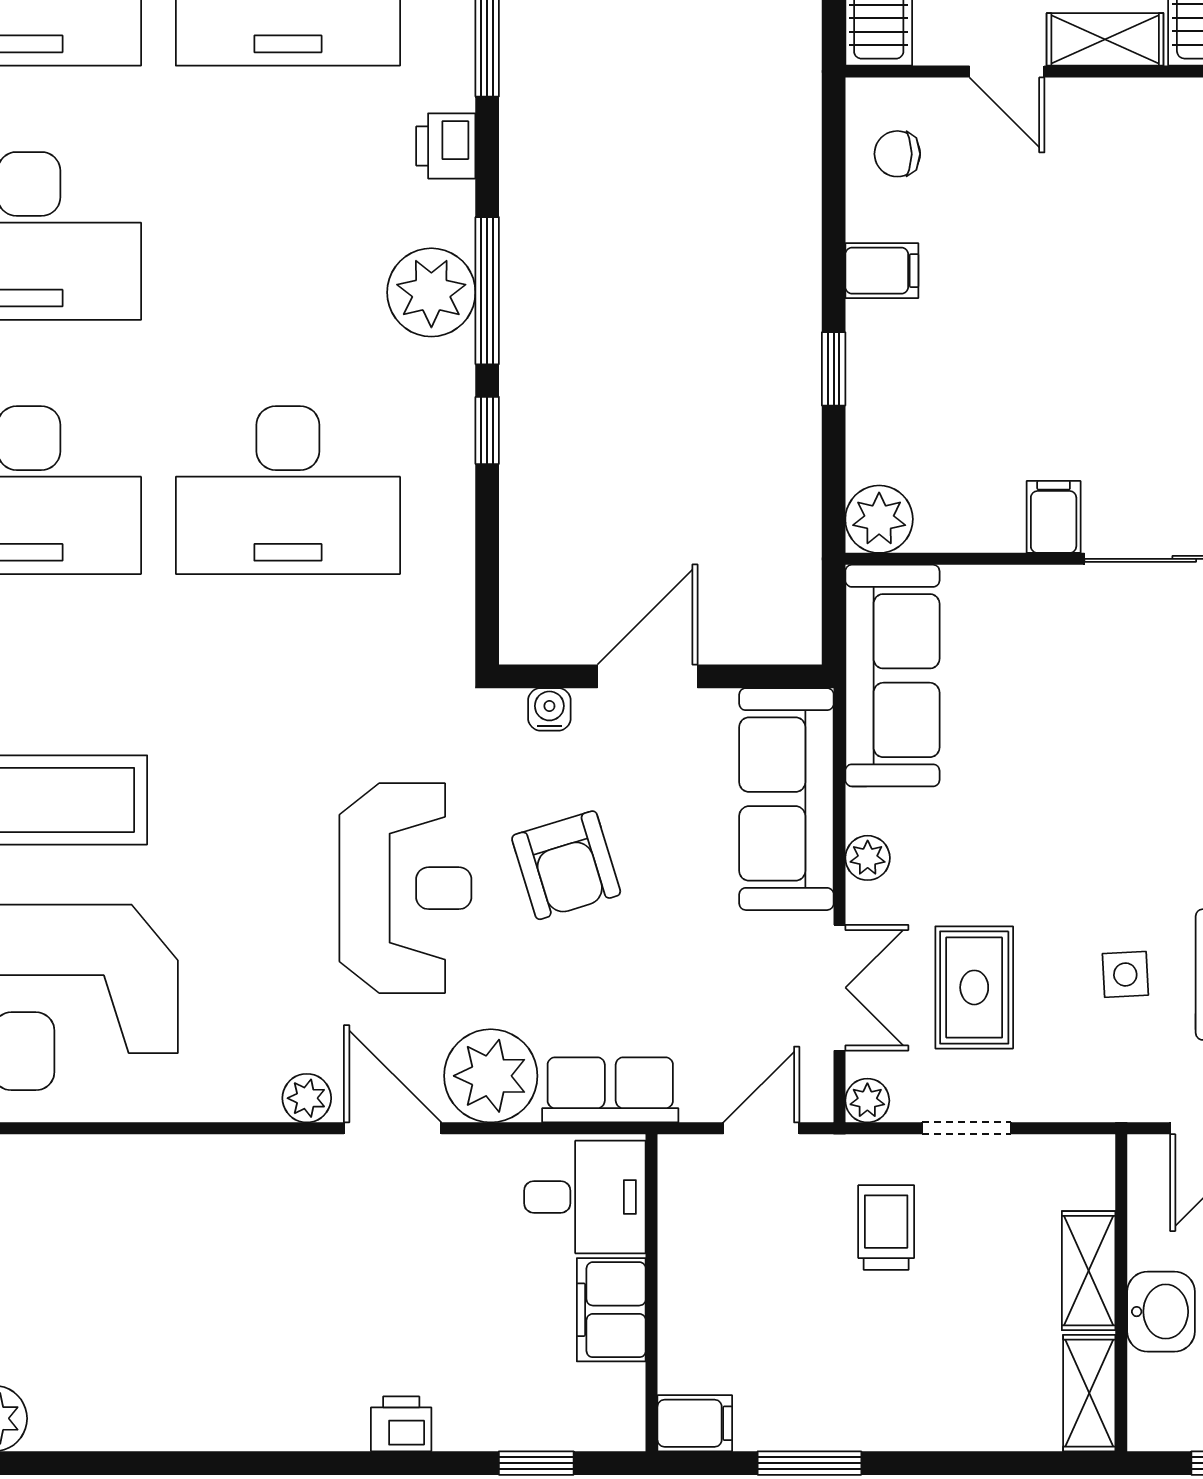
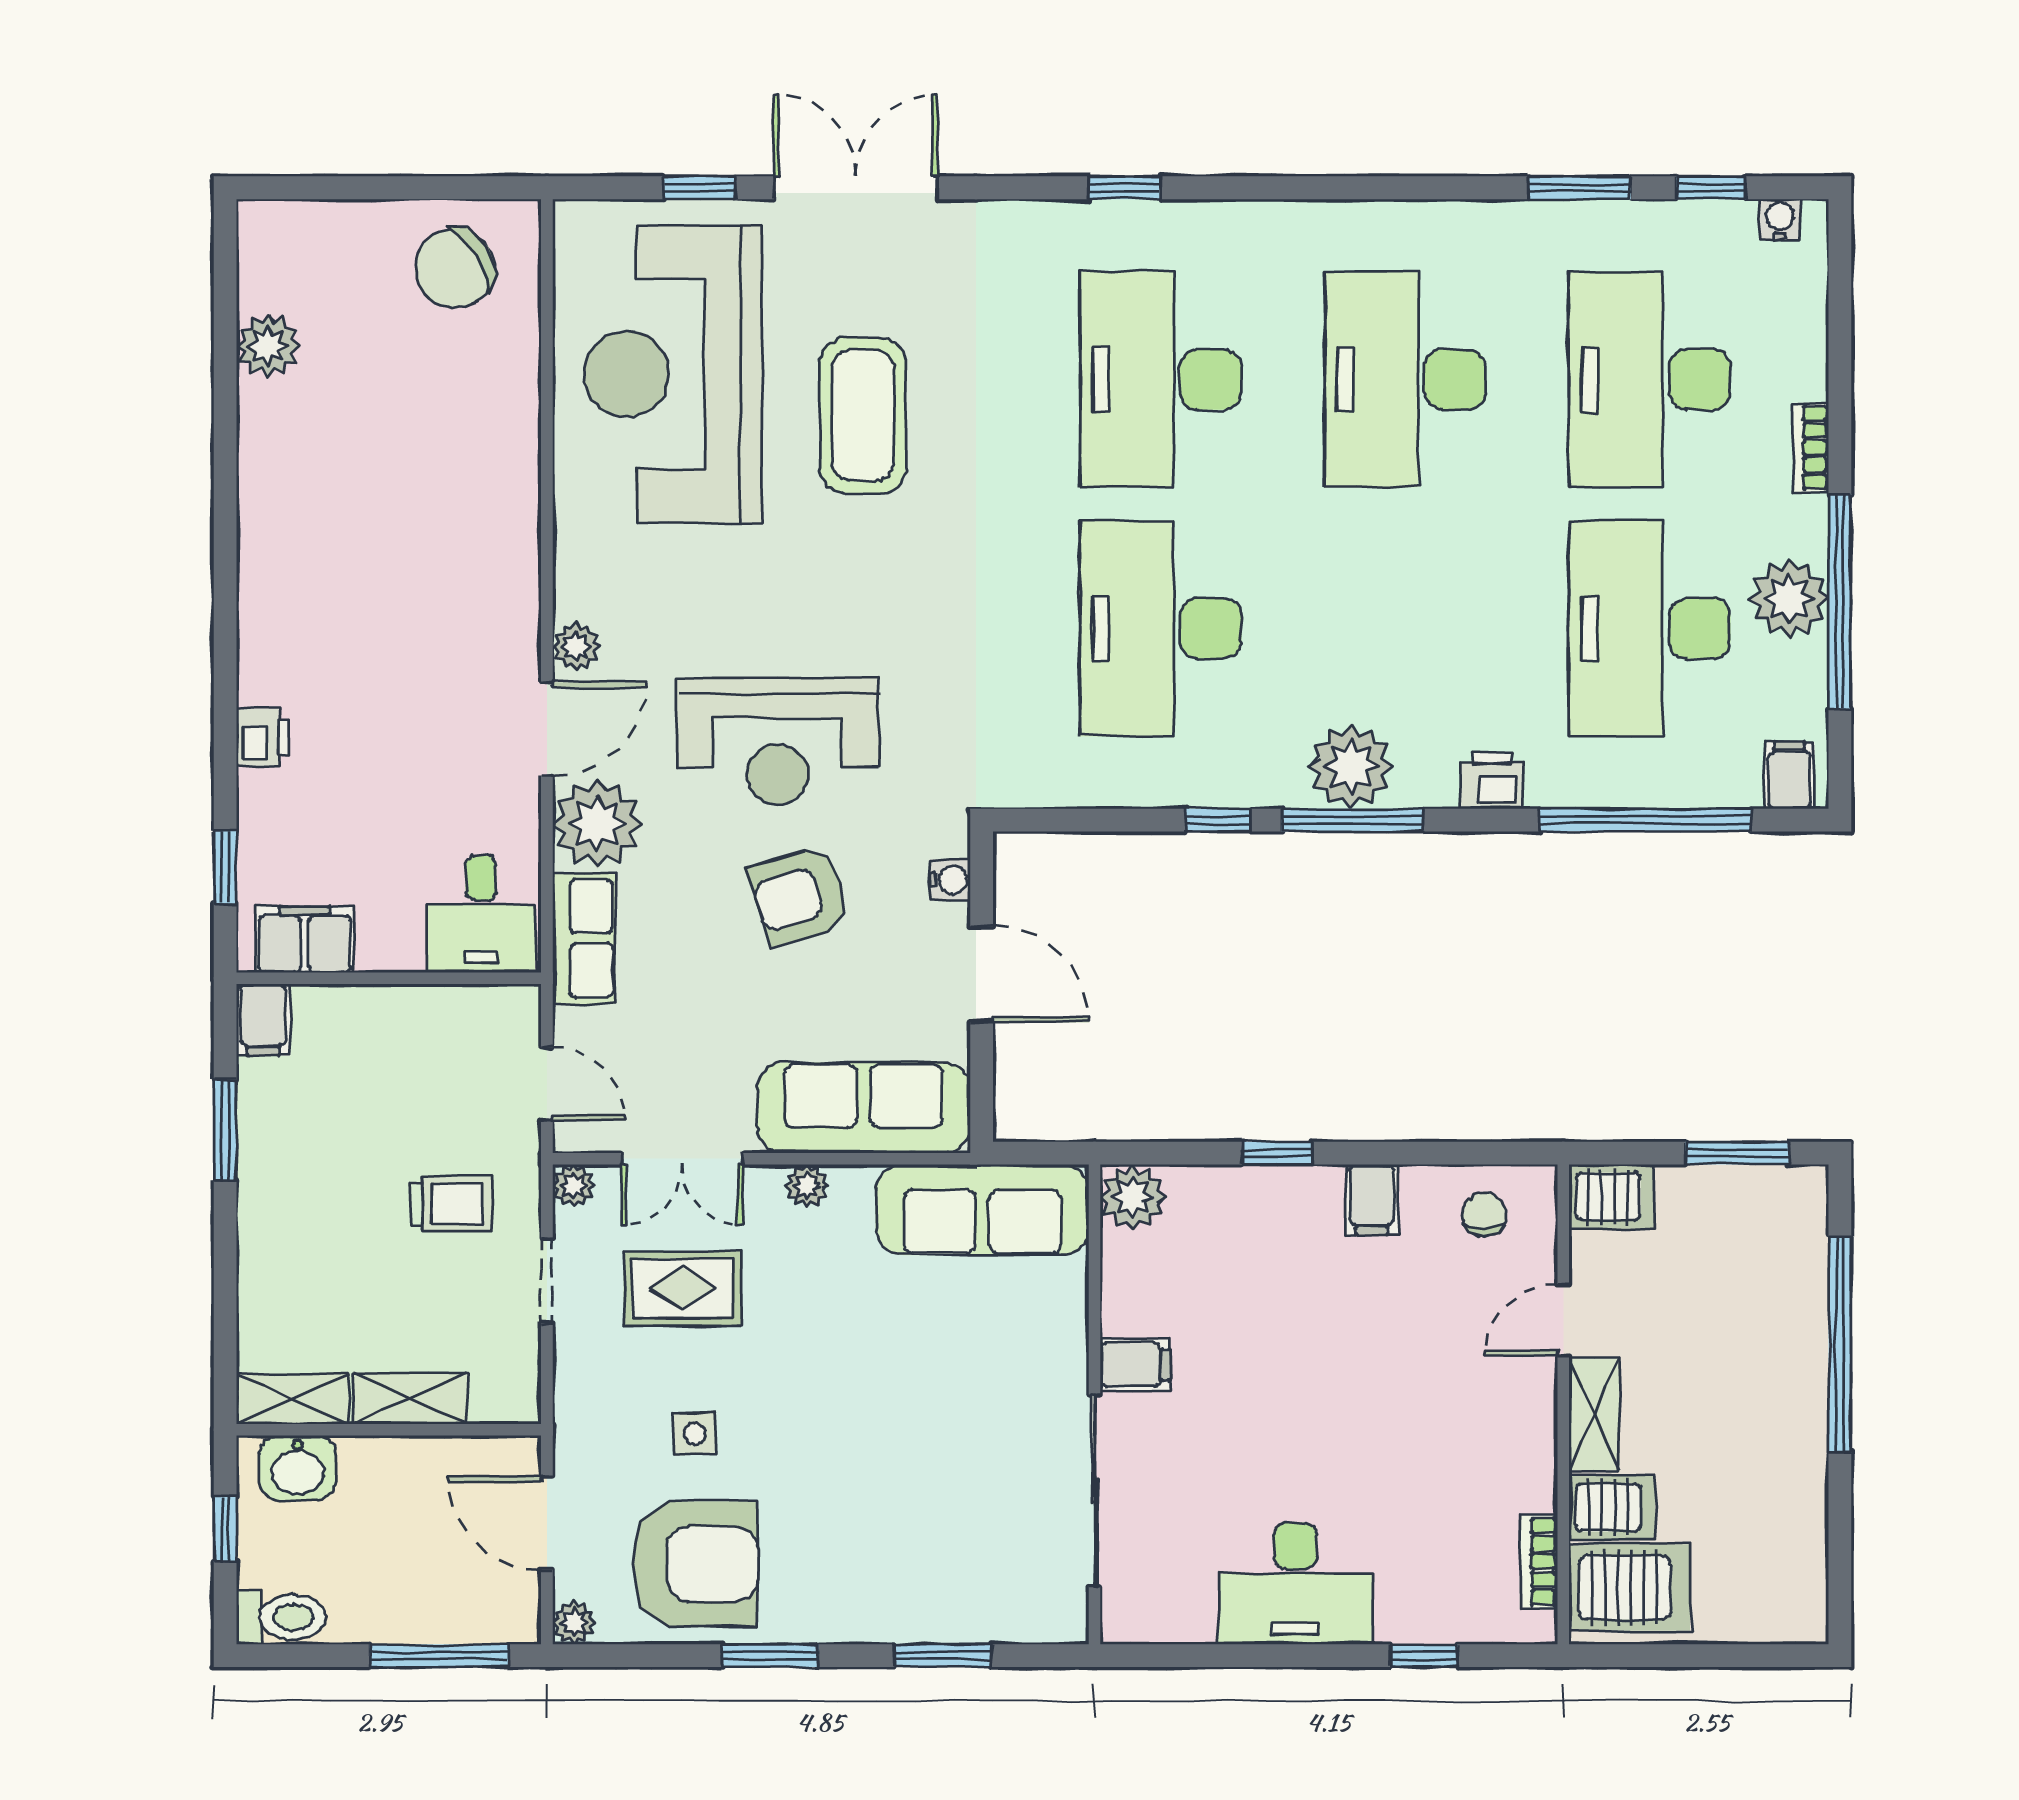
filing cabinet: (611, 1310) -> (304, 939), moved
washbasin: (1161, 1312) -> (298, 1468), moved

